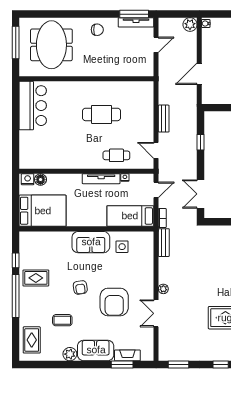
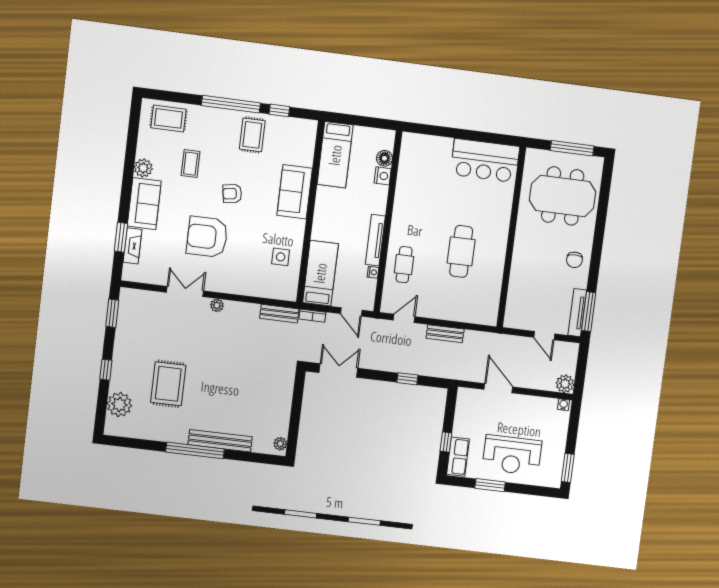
nightstand: (28, 179) -> (383, 176), moved
bed: (43, 211) -> (335, 155), width x0.67
sofa: (91, 242) -> (295, 192), moved

